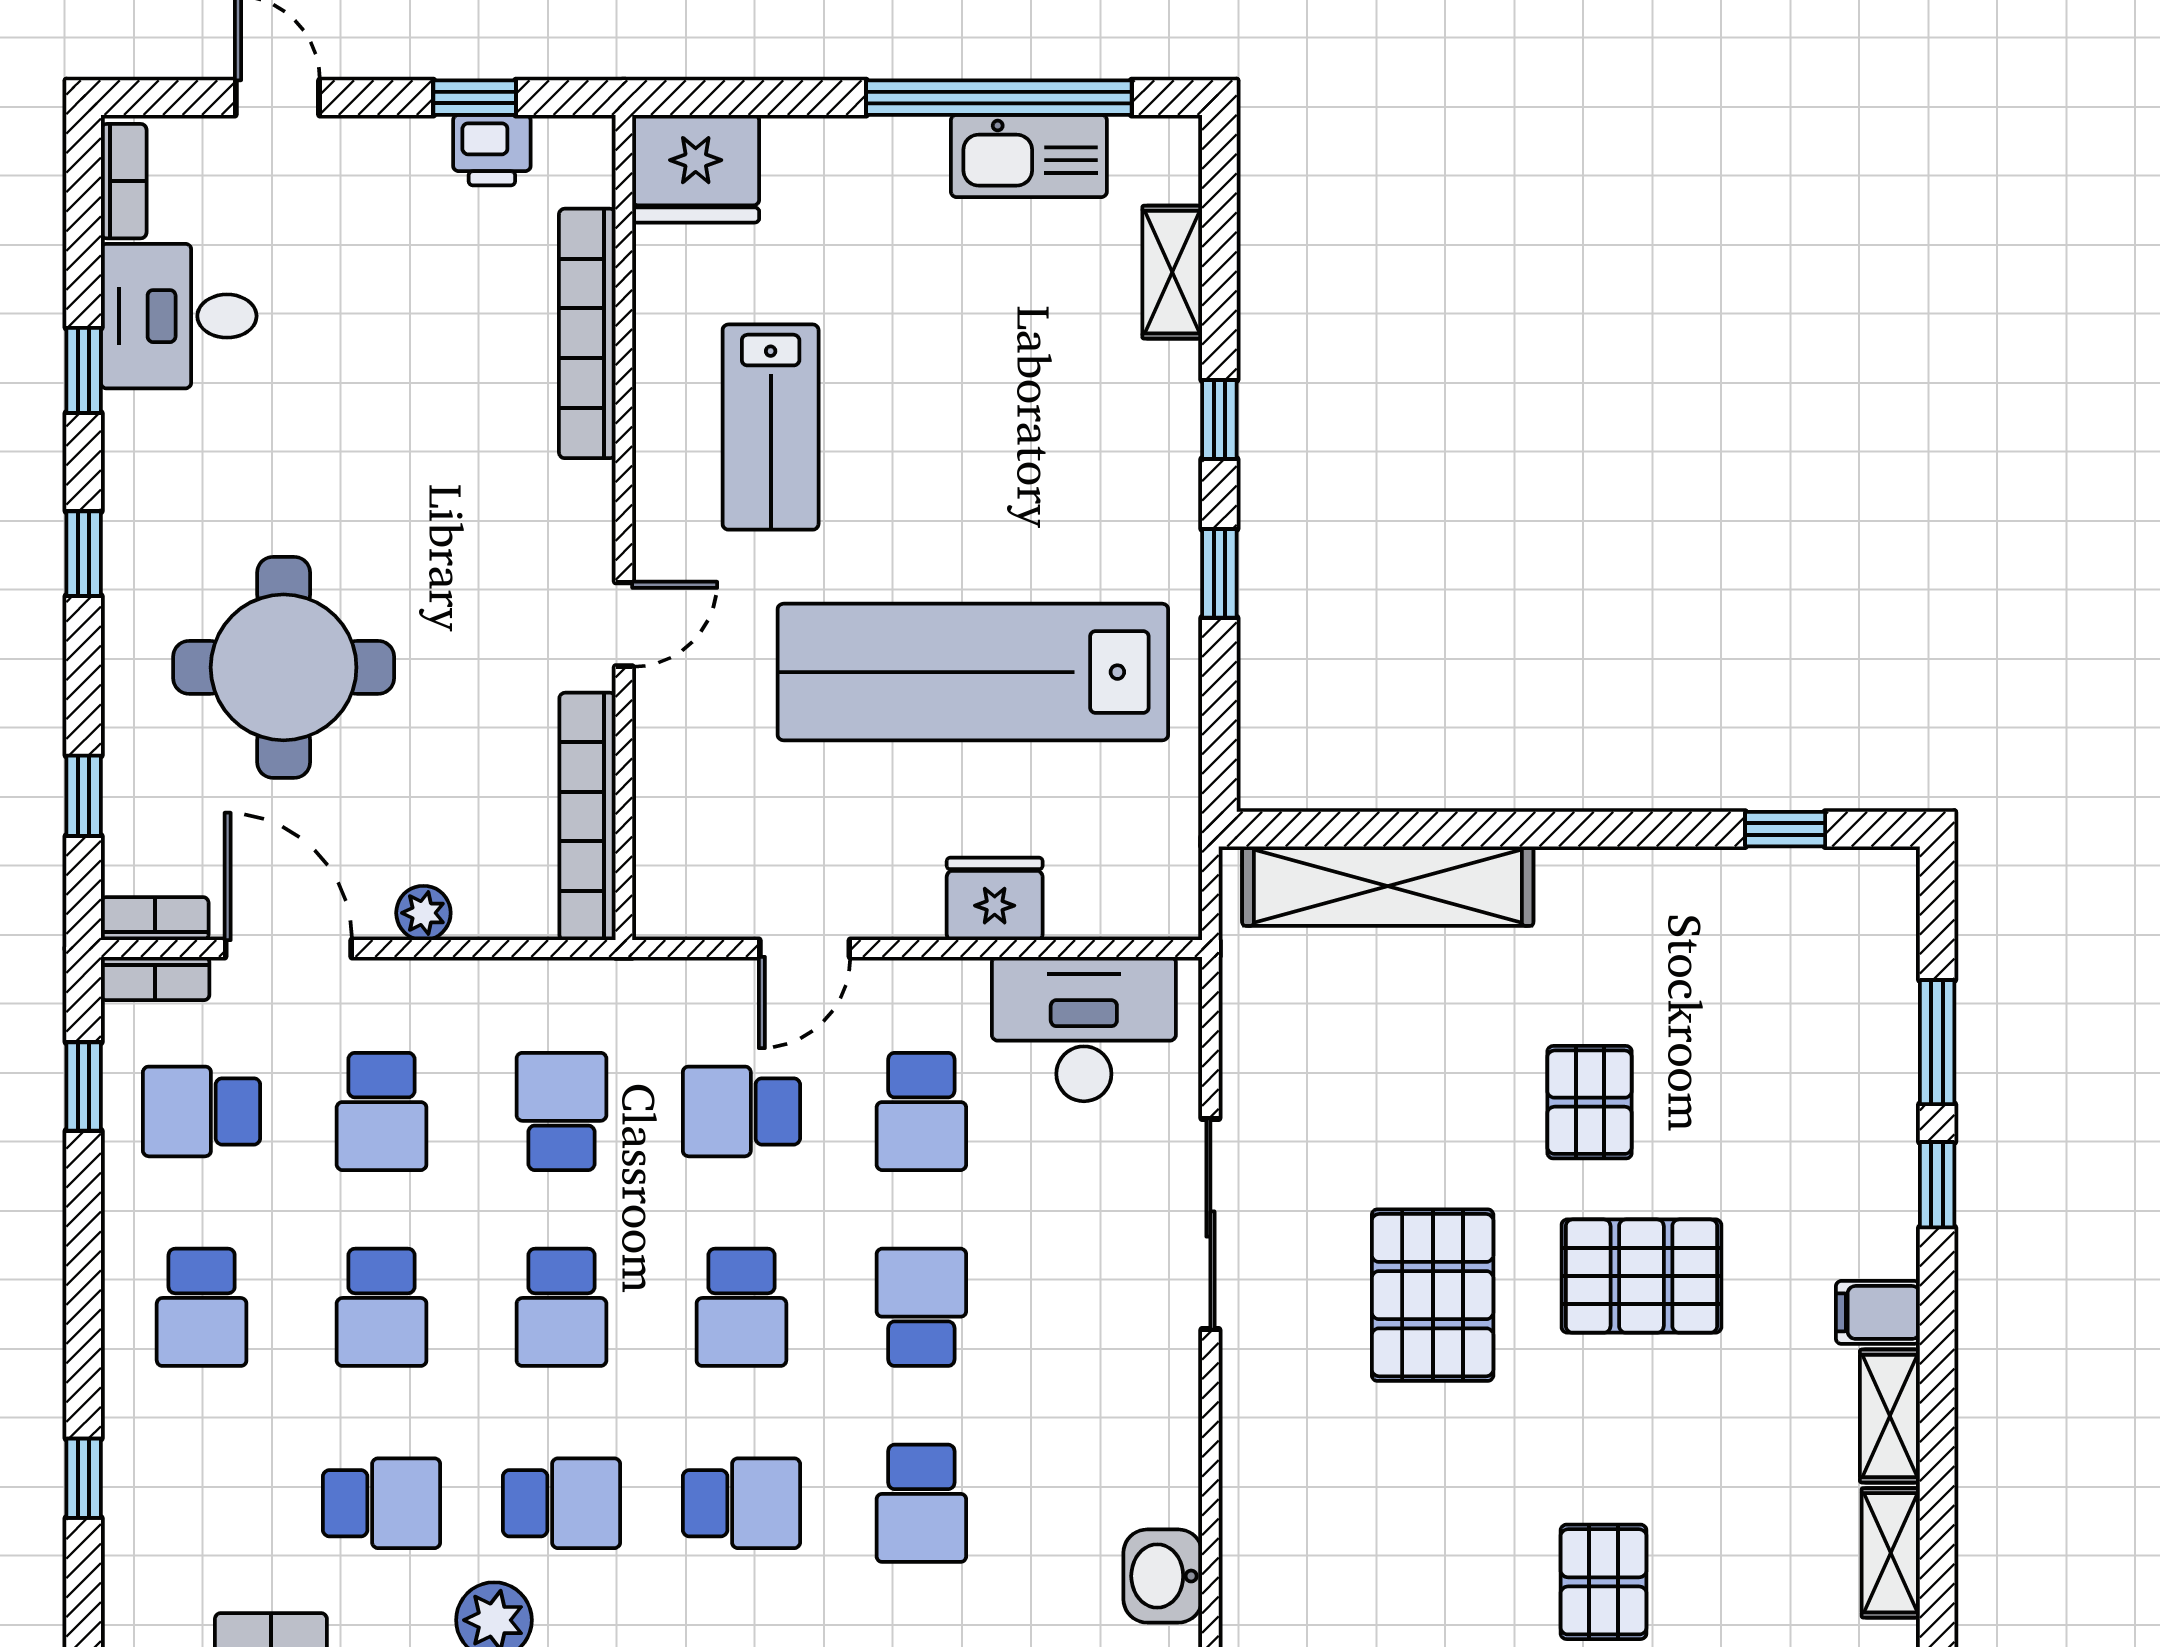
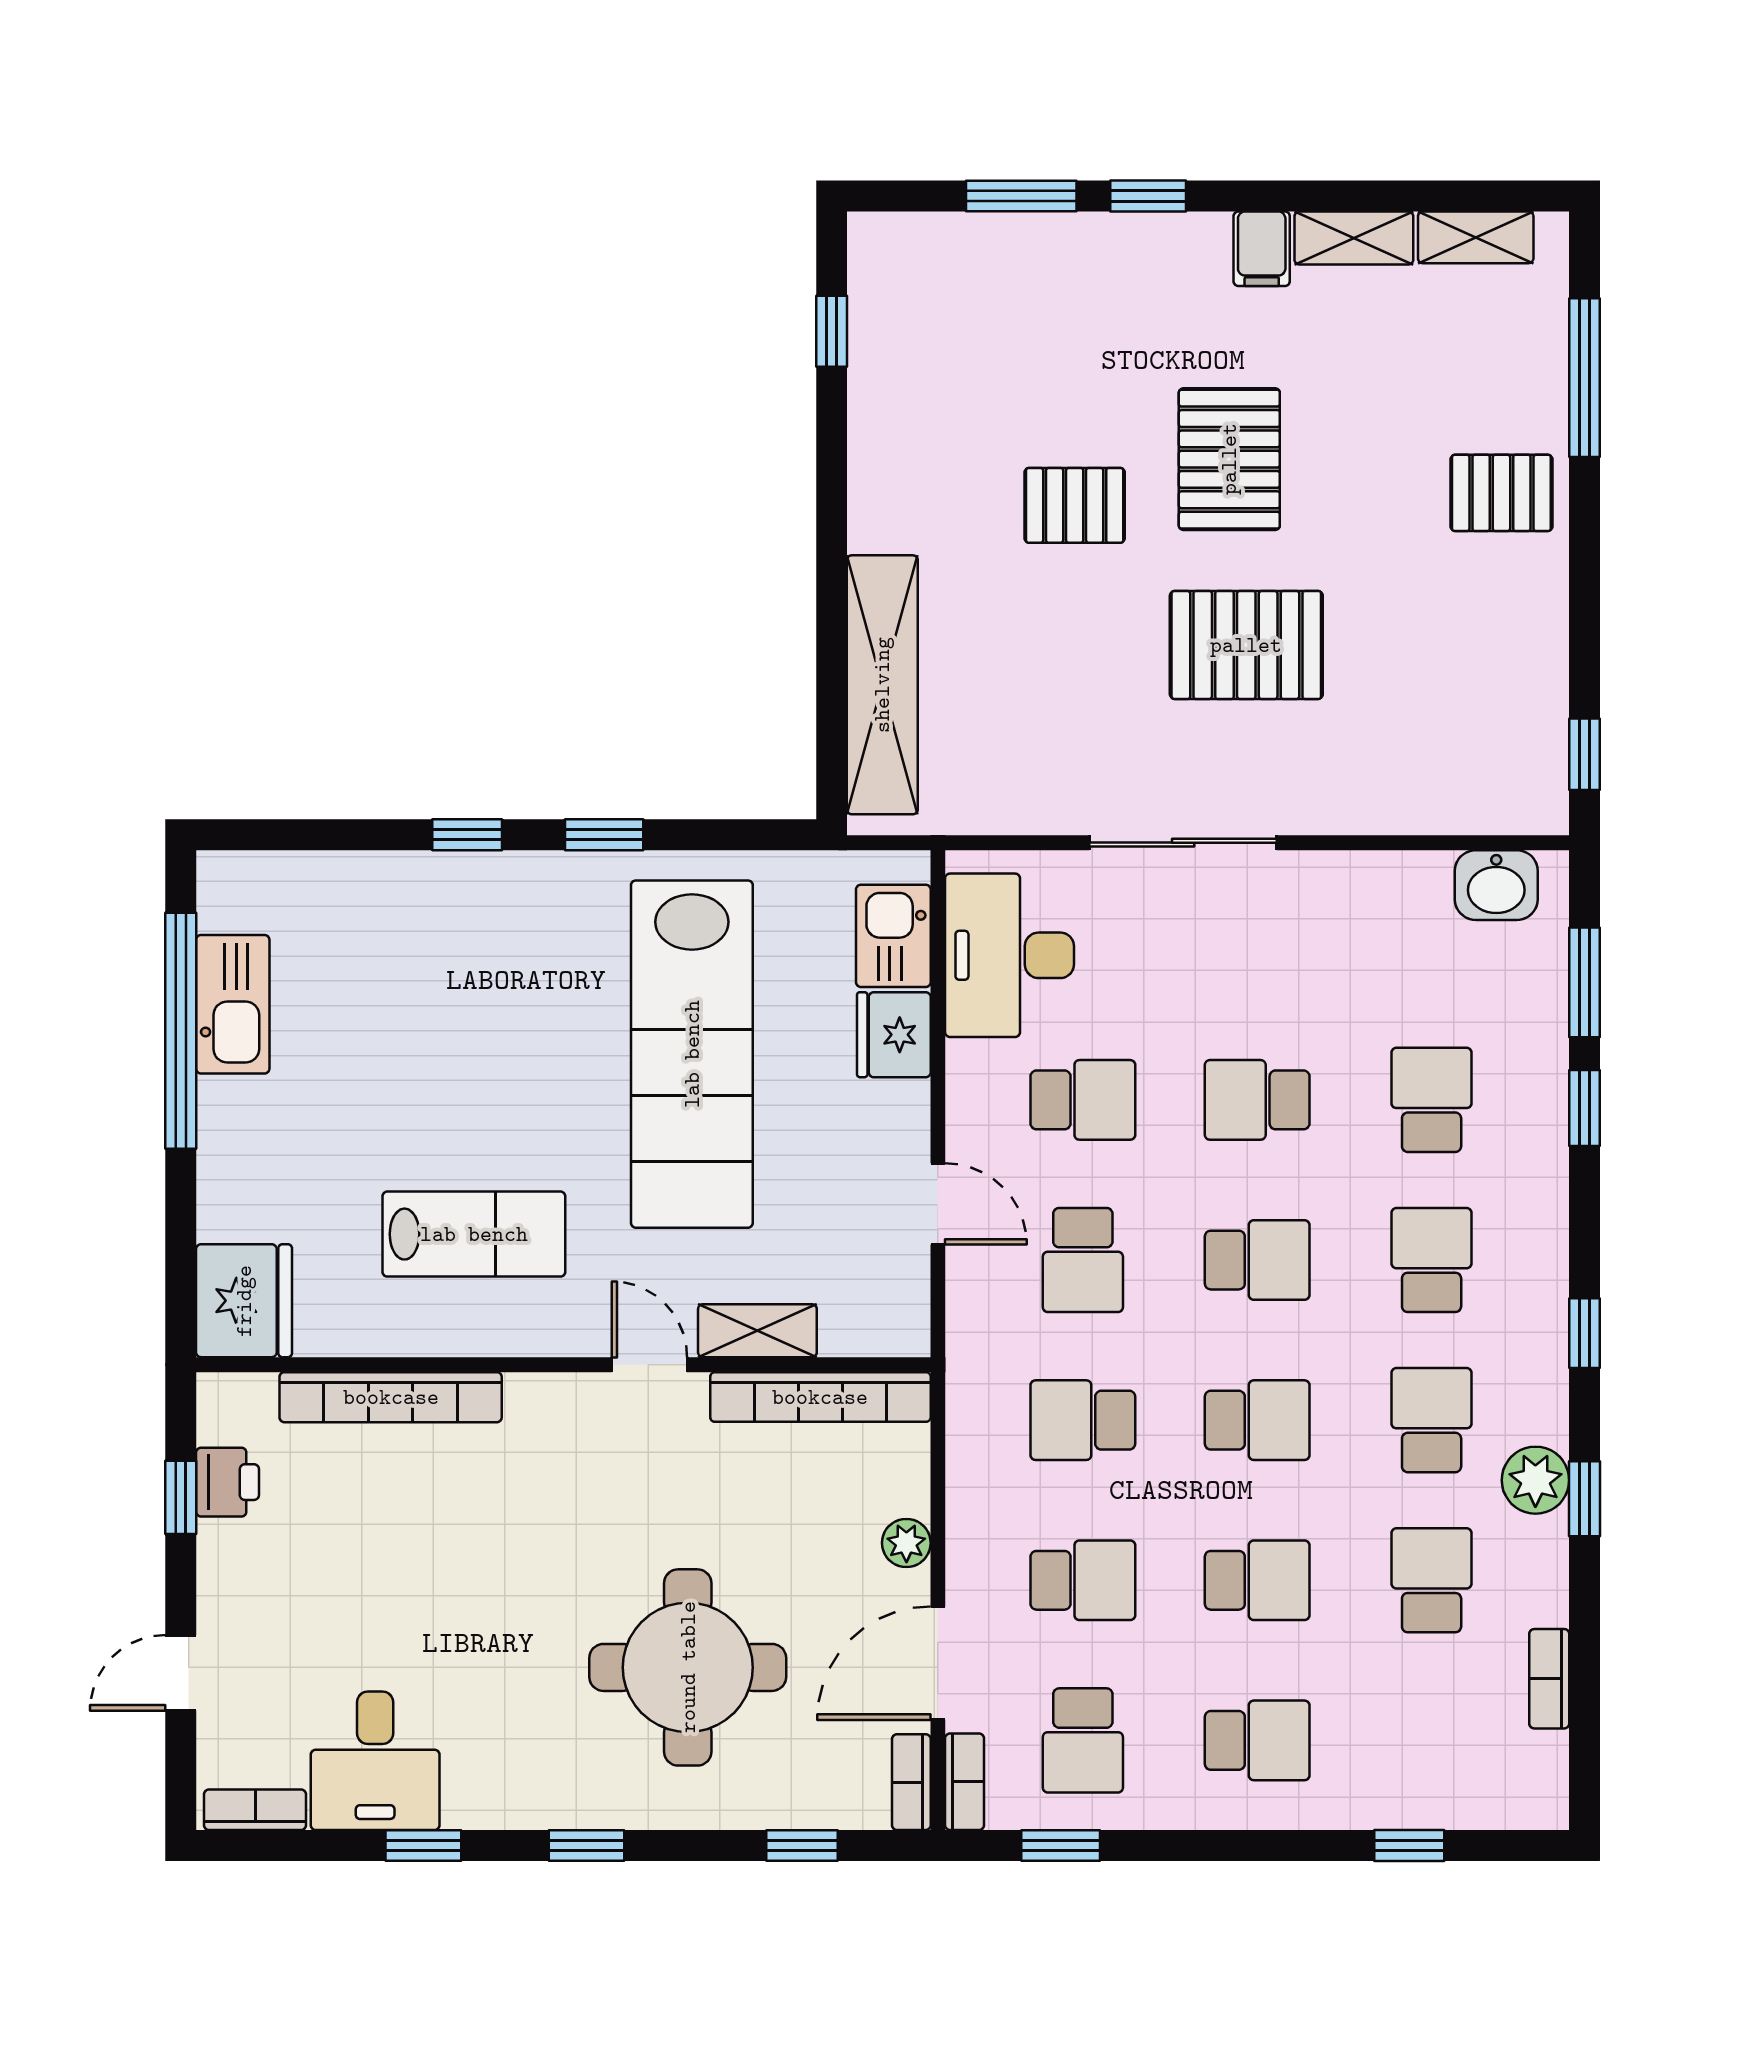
shelving: (1172, 272) -> (757, 1331), moved
kitchen sink: (1106, 898) -> (893, 936), added
school desk: (921, 1503) -> (1432, 1100), turned -90

